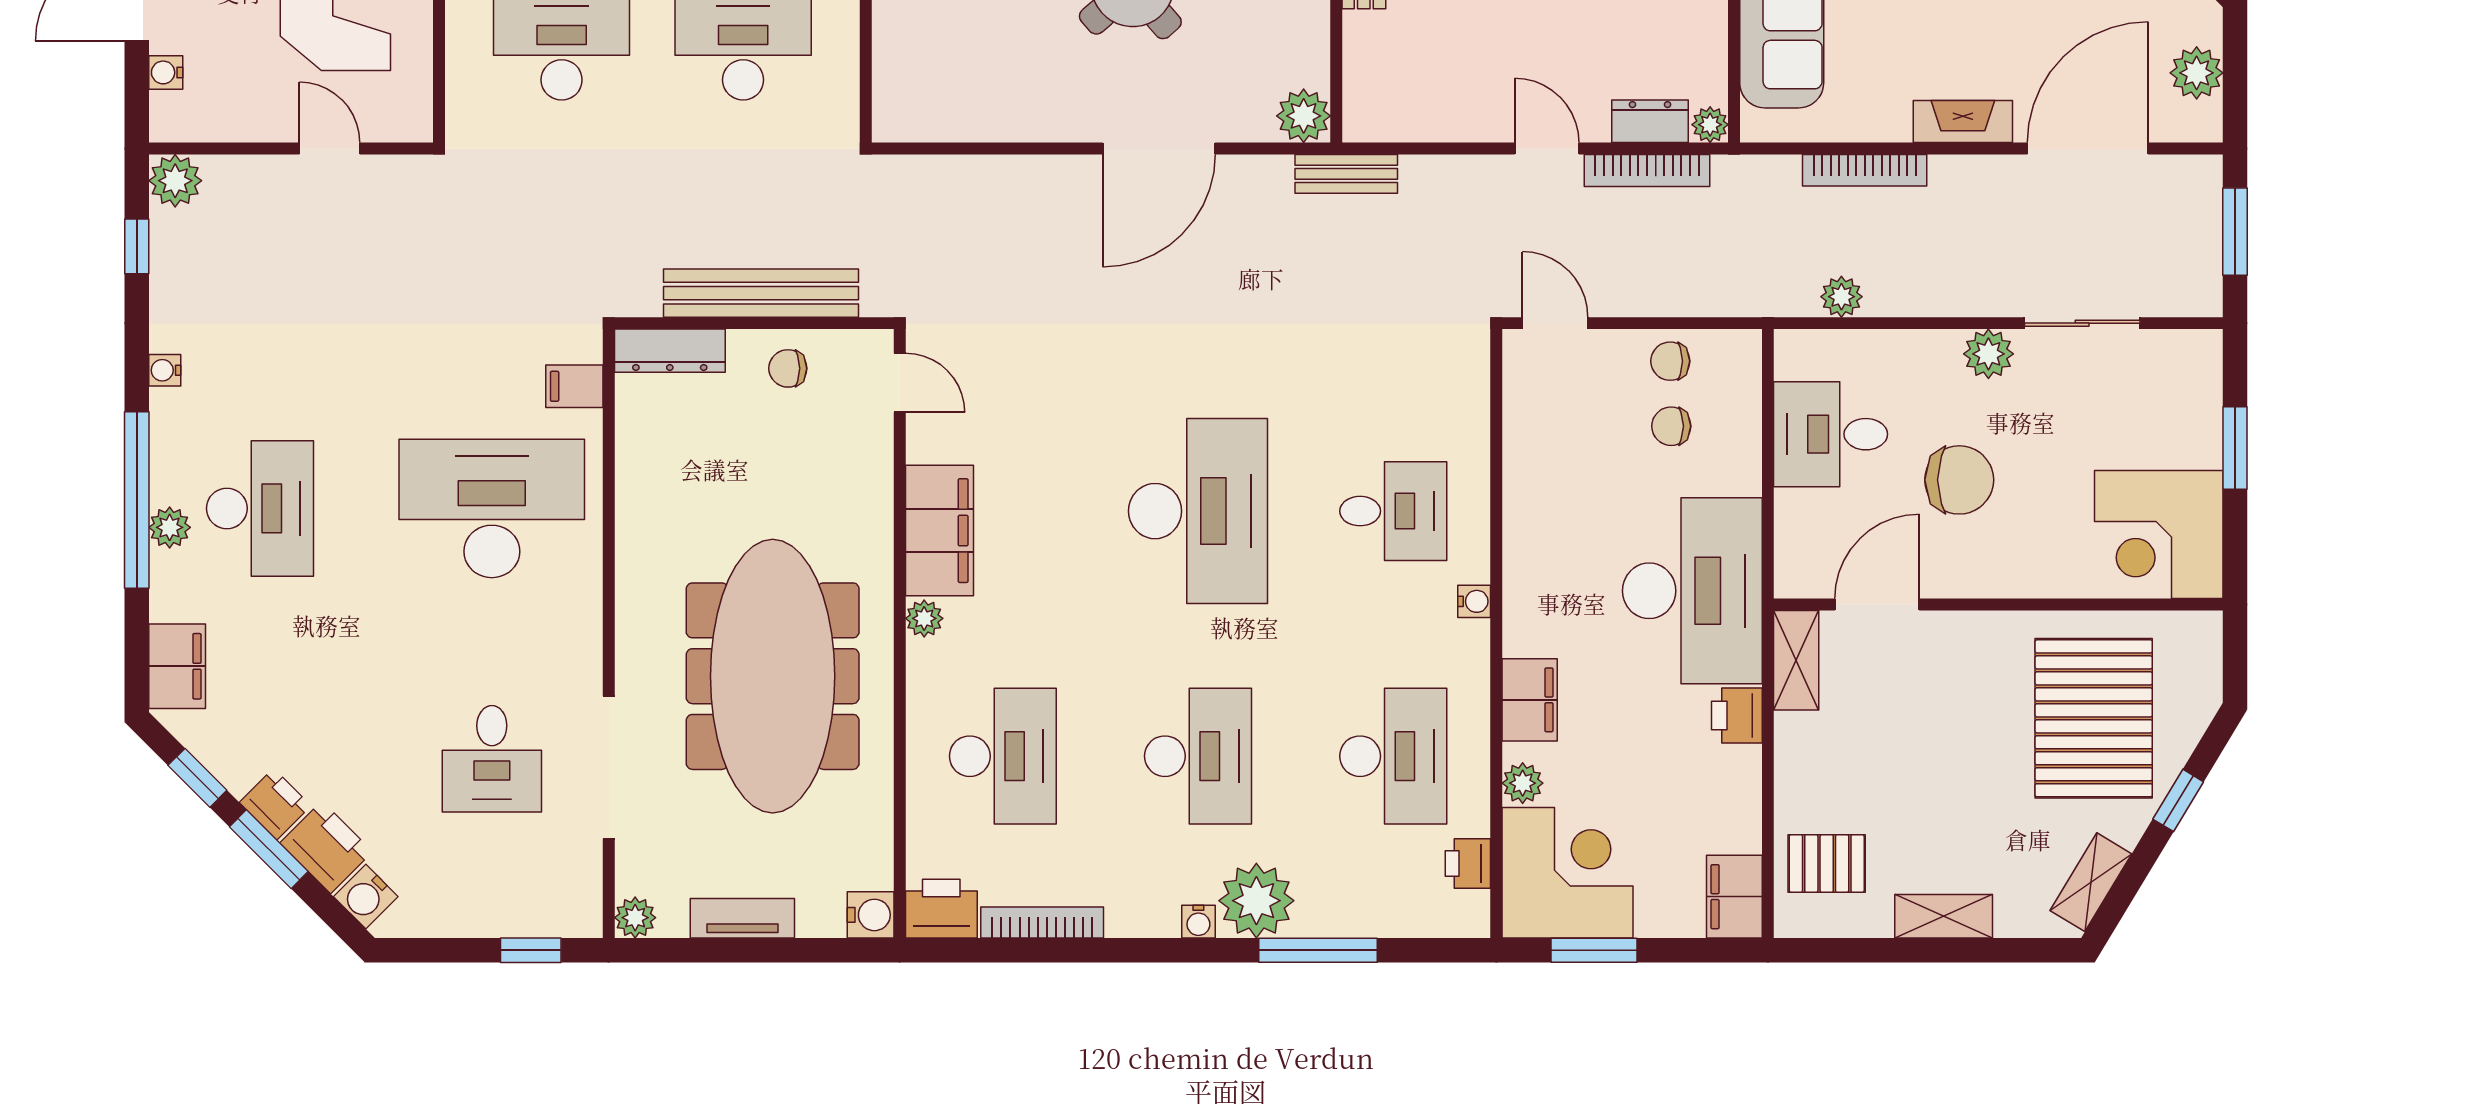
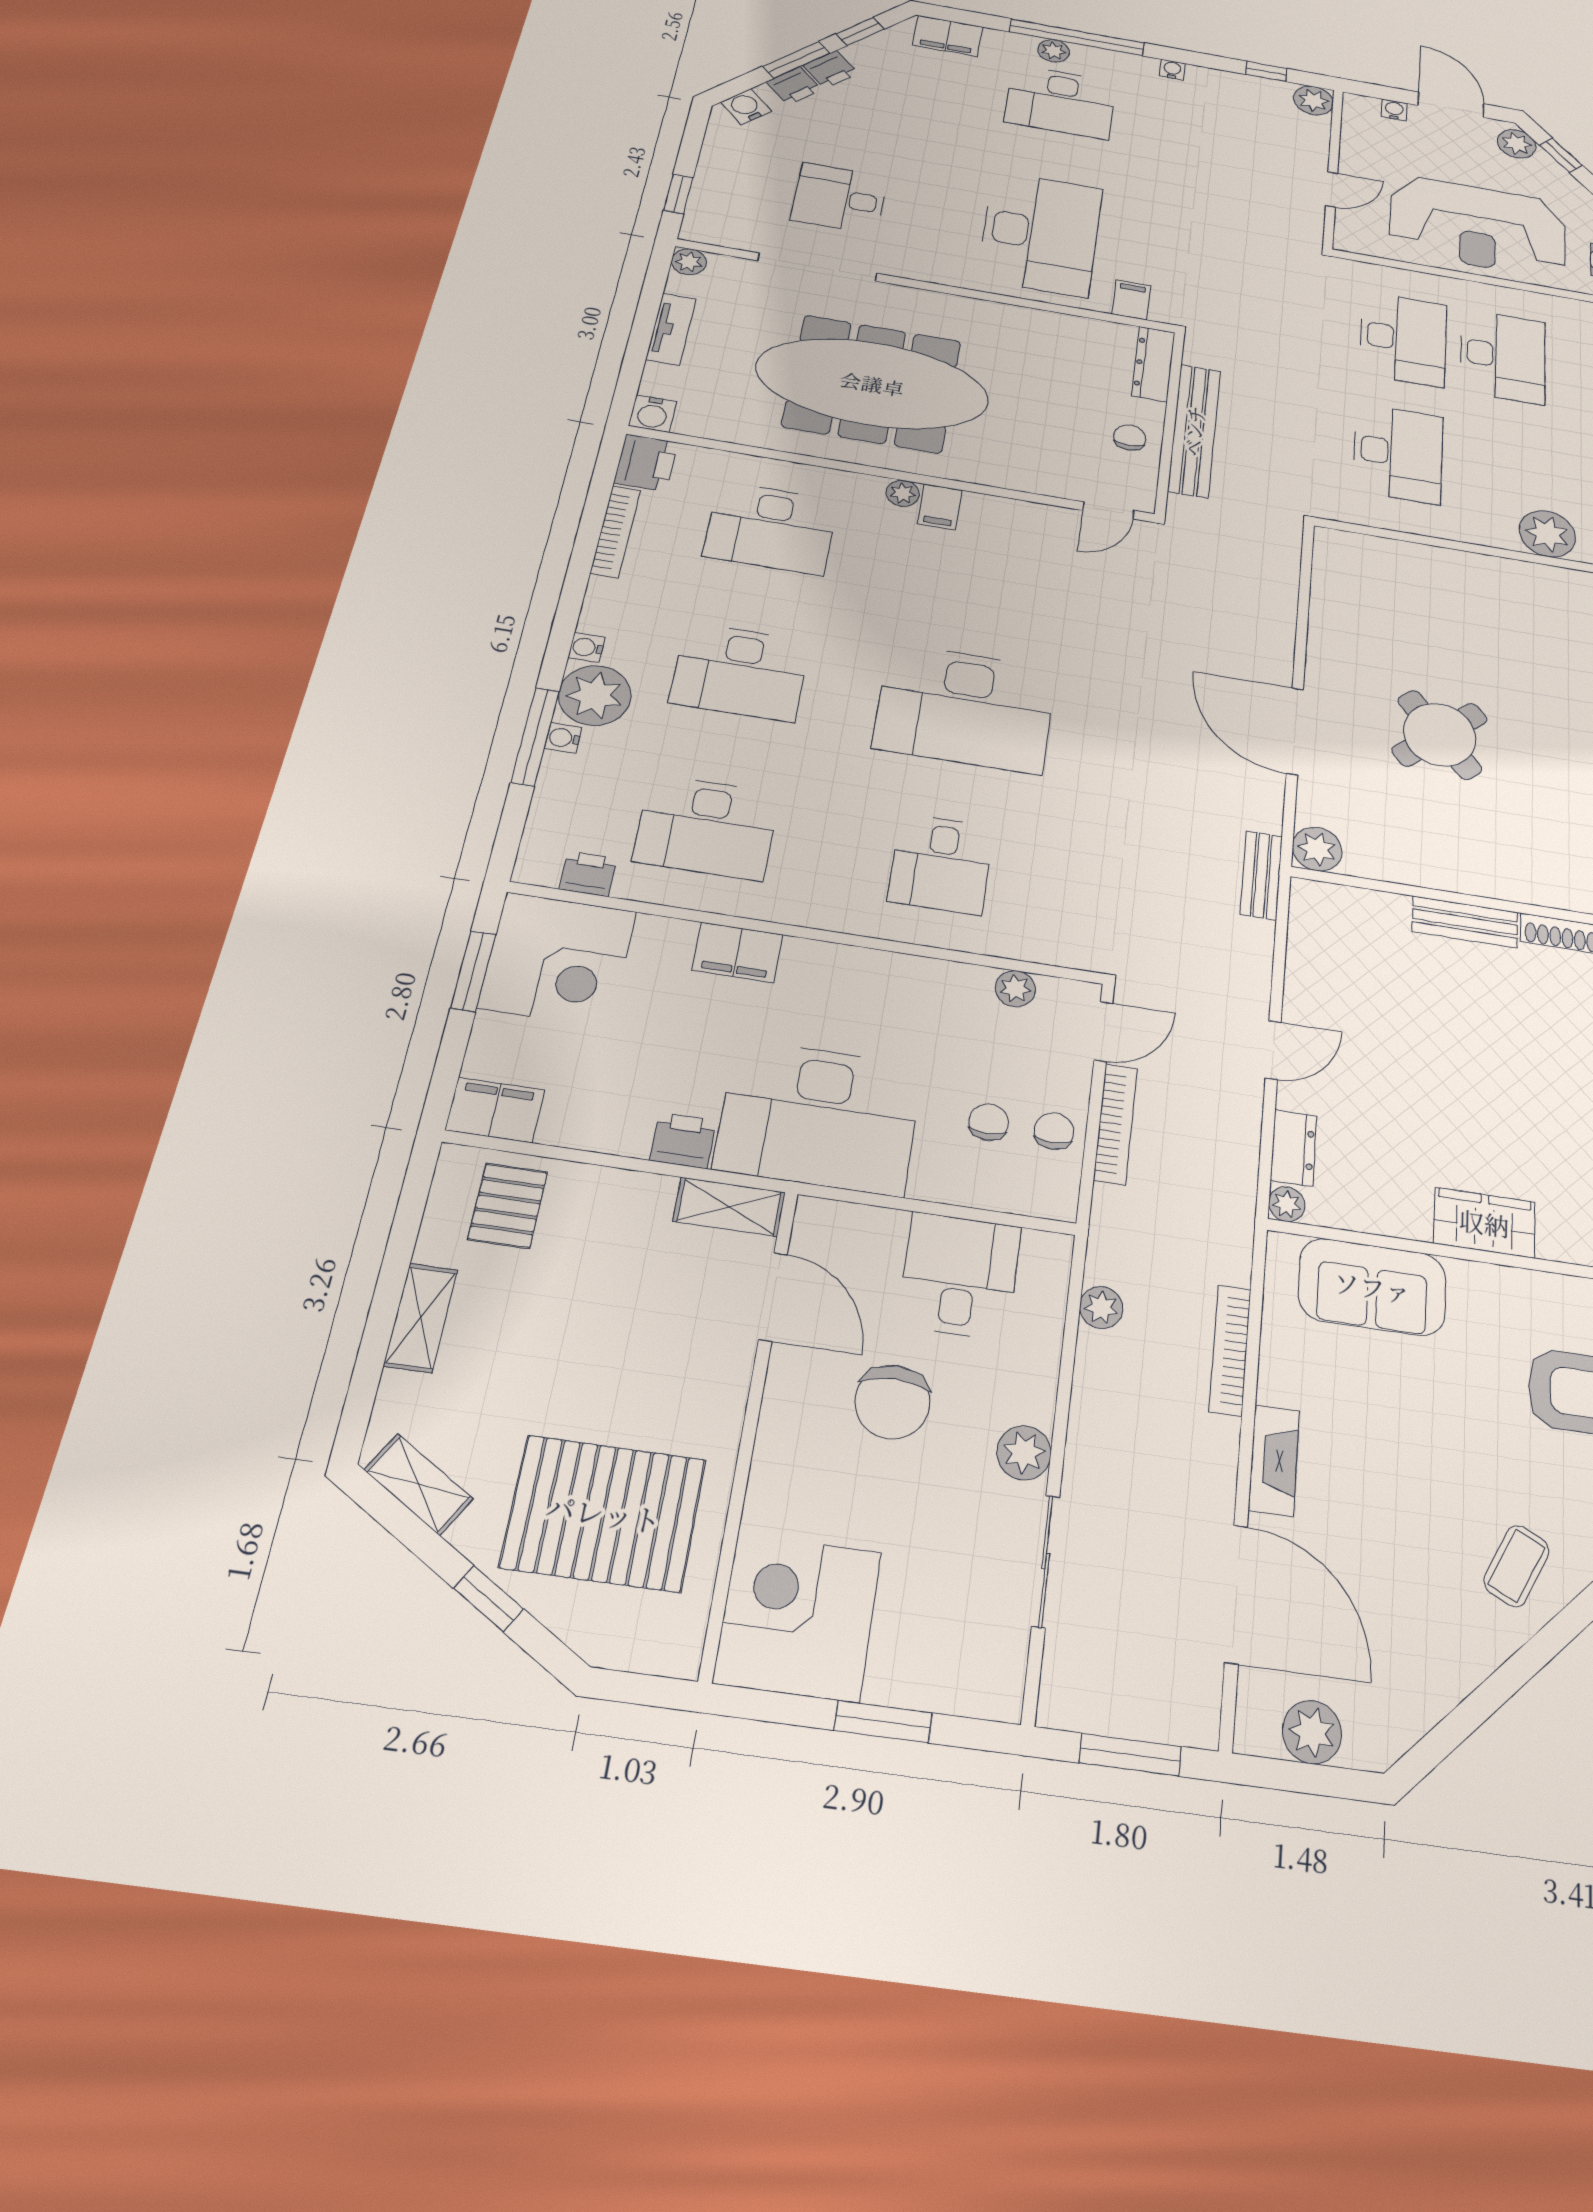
bookcase: (1647, 170) -> (1115, 1124), moved, turned 180
filing cabinet: (939, 531) -> (940, 507), width x0.33, depth x0.86
water cooler: (1474, 601) -> (563, 738), moved, turned 90
plant: (1523, 783) -> (1015, 989), moved
printer: (326, 847) -> (794, 86), width x0.73, depth x0.81

